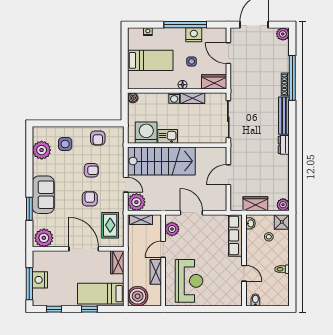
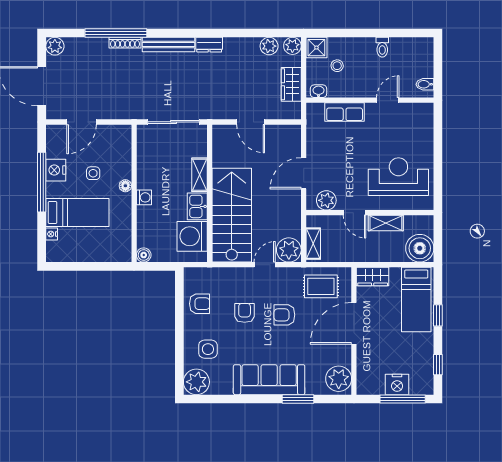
bed: (150, 60) -> (77, 212), moved, turned 90
wardrobe: (214, 82) -> (122, 142), removed
shelving: (193, 98) -> (199, 175), moved
plant: (42, 150) -> (196, 382), moved
plant: (283, 188) -> (269, 46), added
sofa: (43, 195) -> (269, 380), width x1.36
row of seats: (235, 235) -> (345, 112), width x0.68

